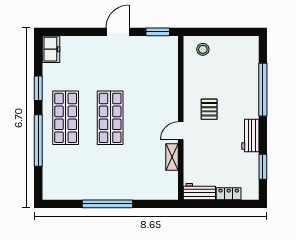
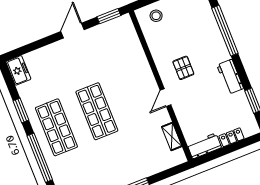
shelving: (172, 157) -> (172, 137), moved

